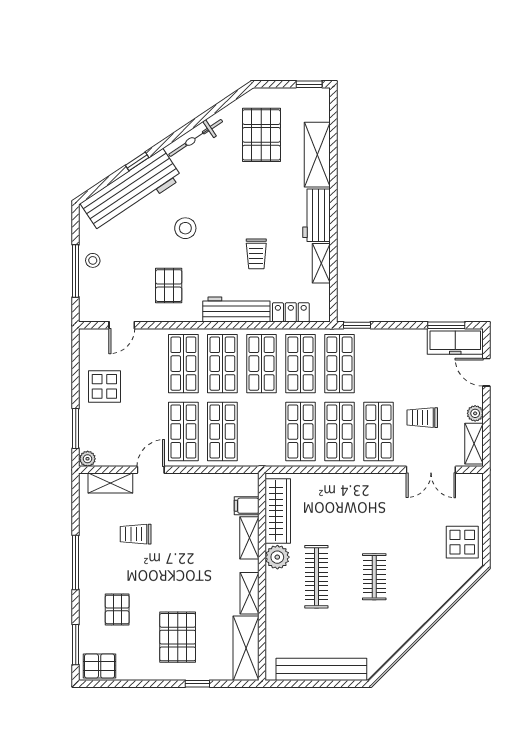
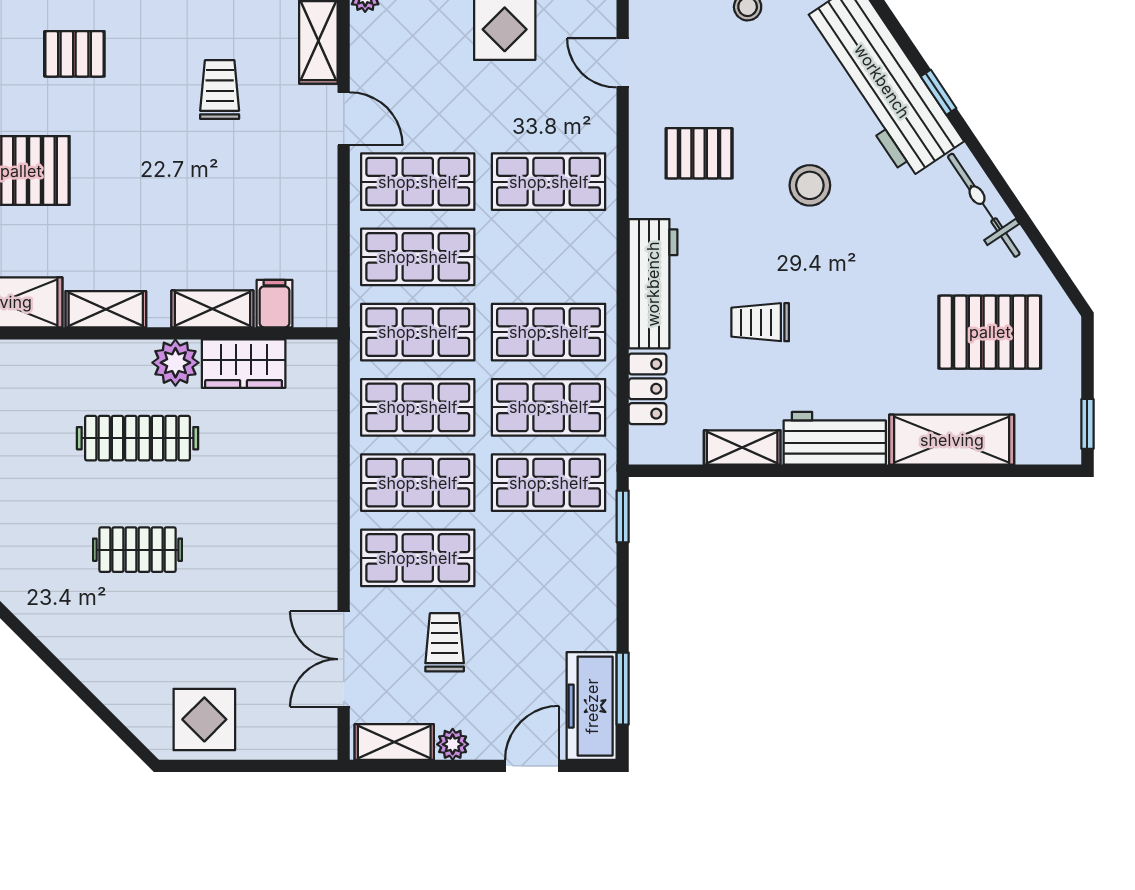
shop shelf: (222, 364) -> (418, 332), moved
wardrobe: (278, 511) -> (244, 364), width x0.67

